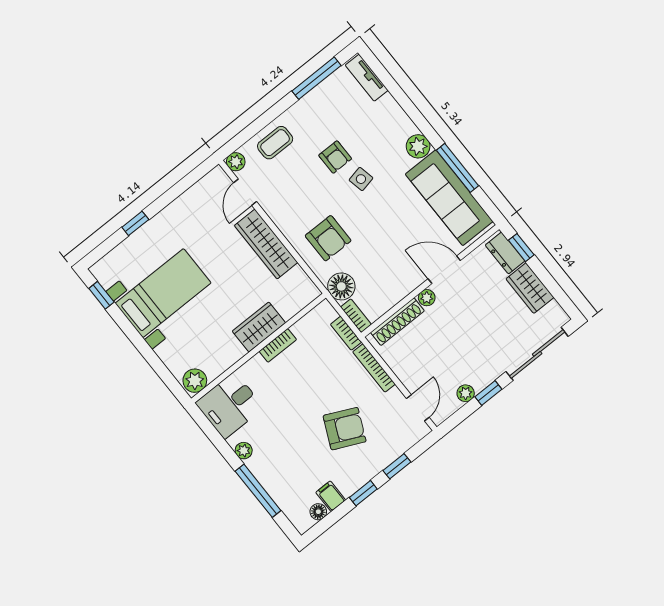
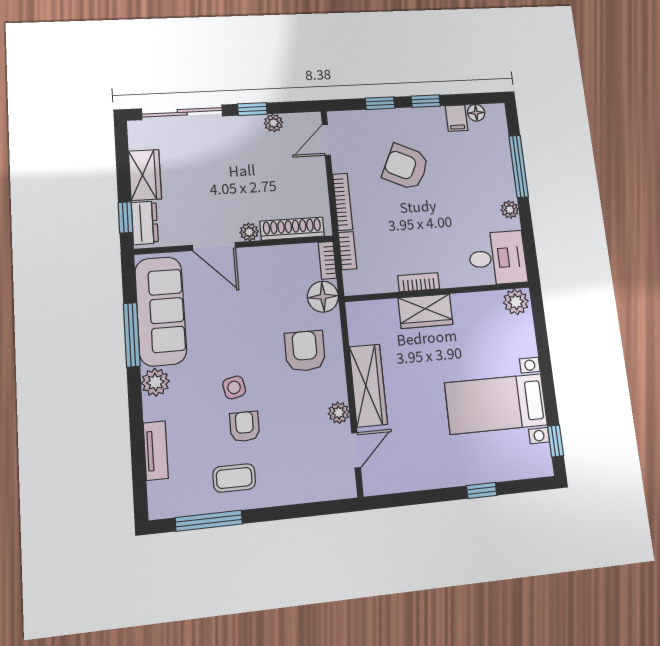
tv unit: (367, 78) -> (156, 451), moved
coffee table: (275, 143) -> (234, 478), moved
plant: (236, 162) -> (339, 413), moved

